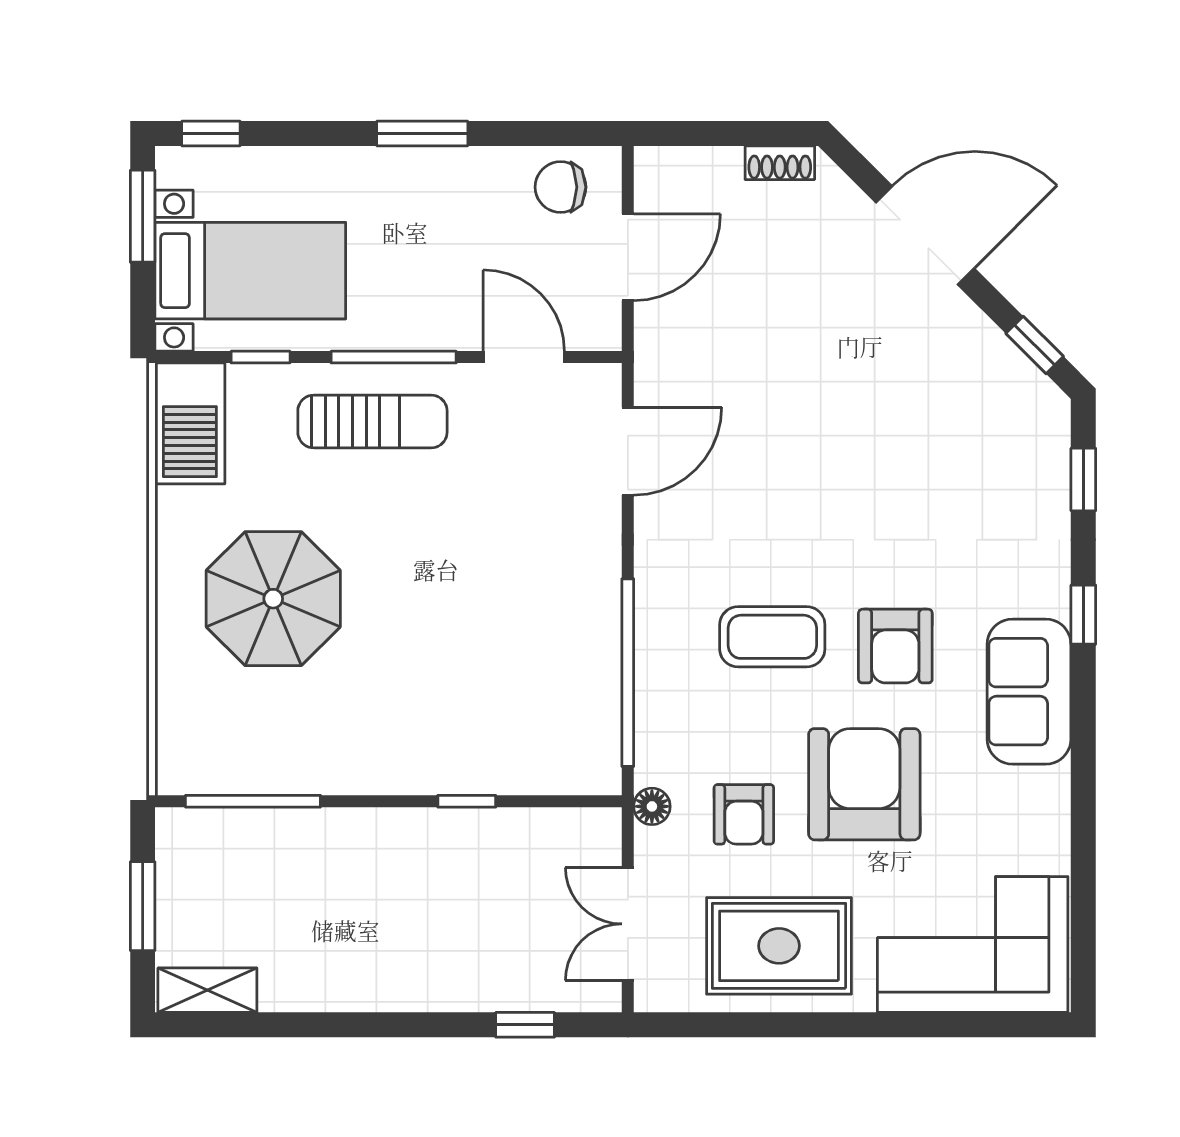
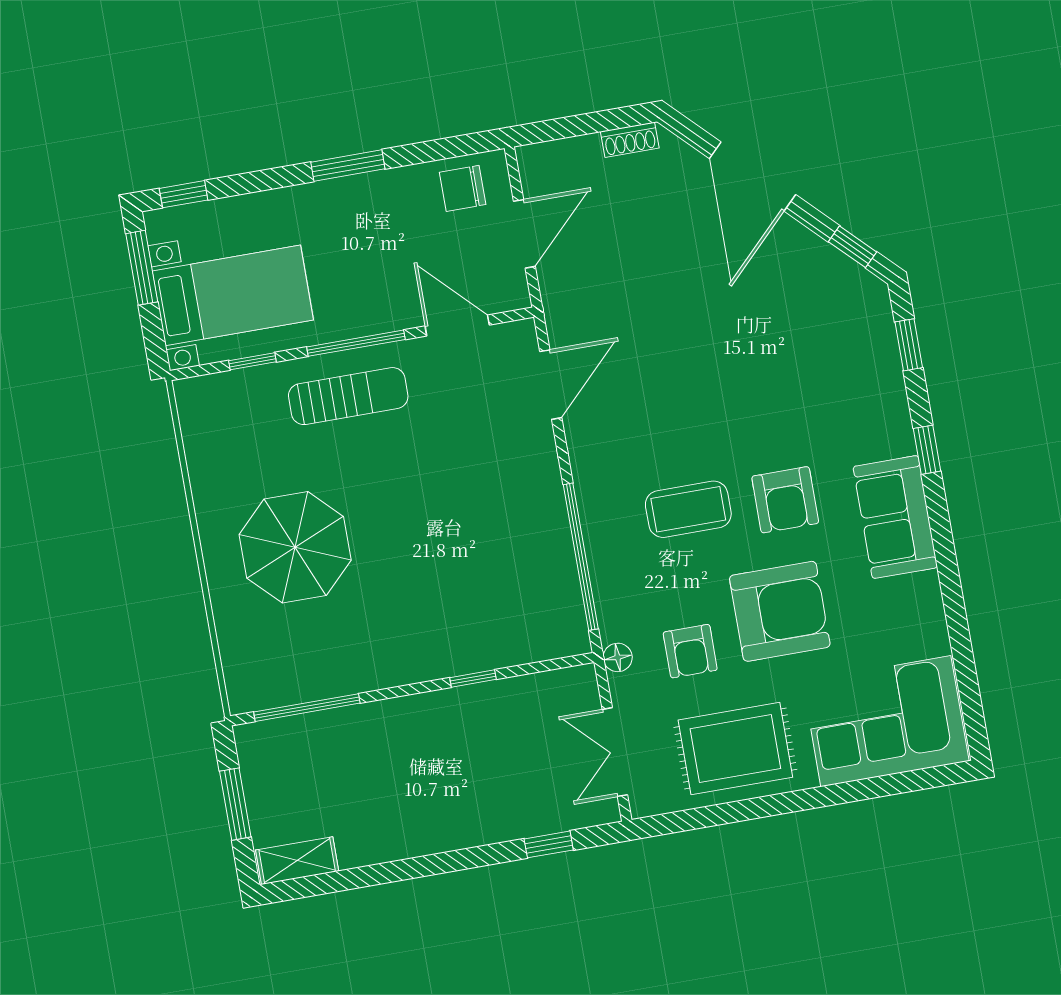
door: (925, 235) -> (752, 176), swing flipped
barbecue: (190, 423) -> (207, 422), removed
armchair: (864, 784) -> (780, 611), turned 90

